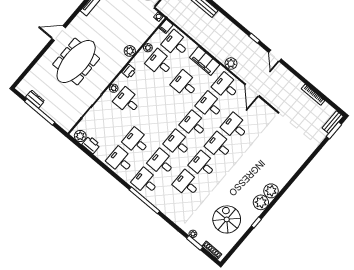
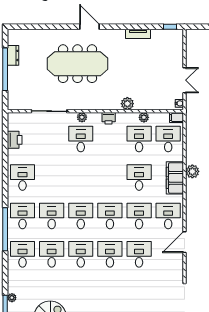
plant: (231, 64) -> (192, 171), moved
plant: (80, 136) -> (14, 124), removed
desk: (136, 141) -> (23, 254), moved

